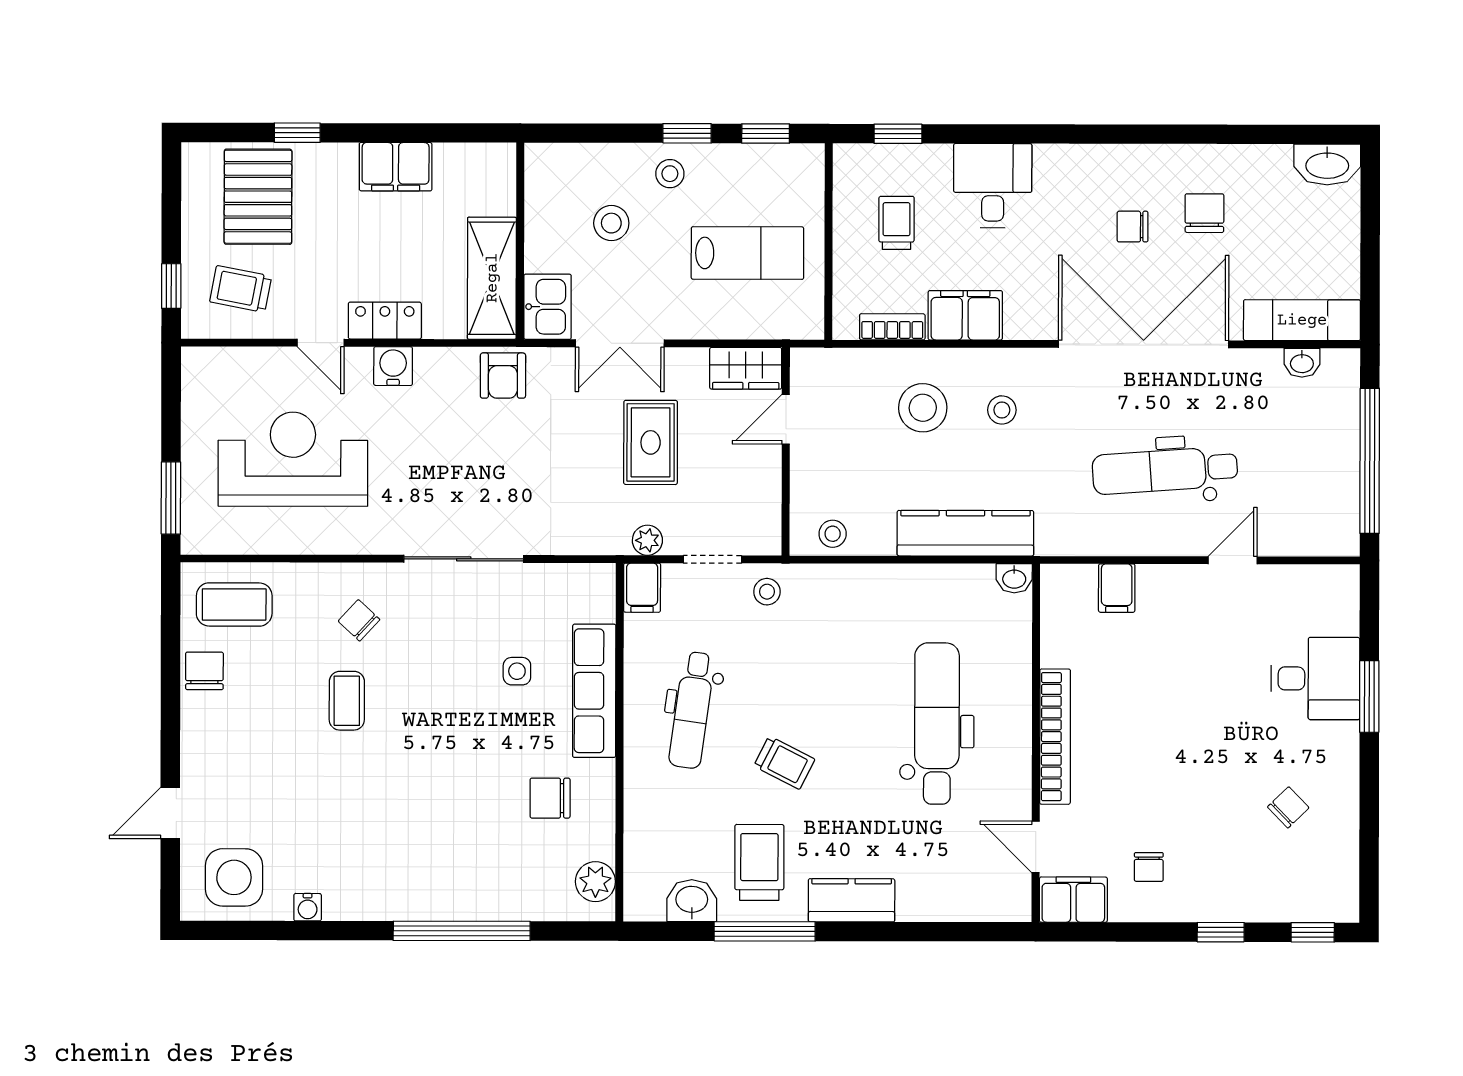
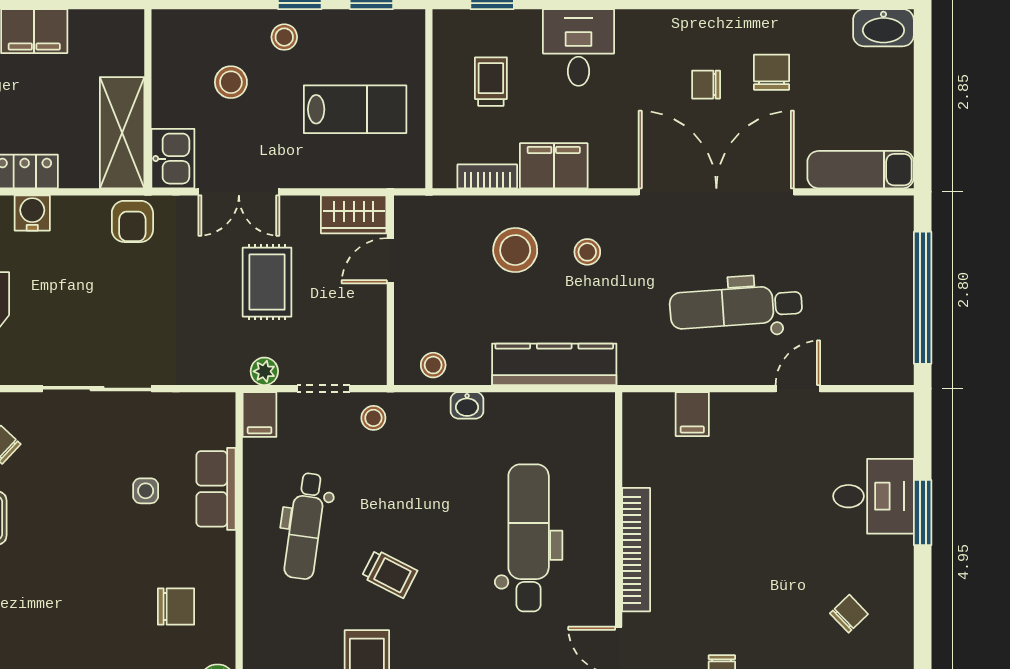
washbasin: (1302, 363) -> (861, 208), removed
washbasin: (1014, 578) -> (467, 405), moved
row of seats: (594, 691) -> (216, 489), width x0.68
chair: (550, 798) -> (176, 606), turned 180

